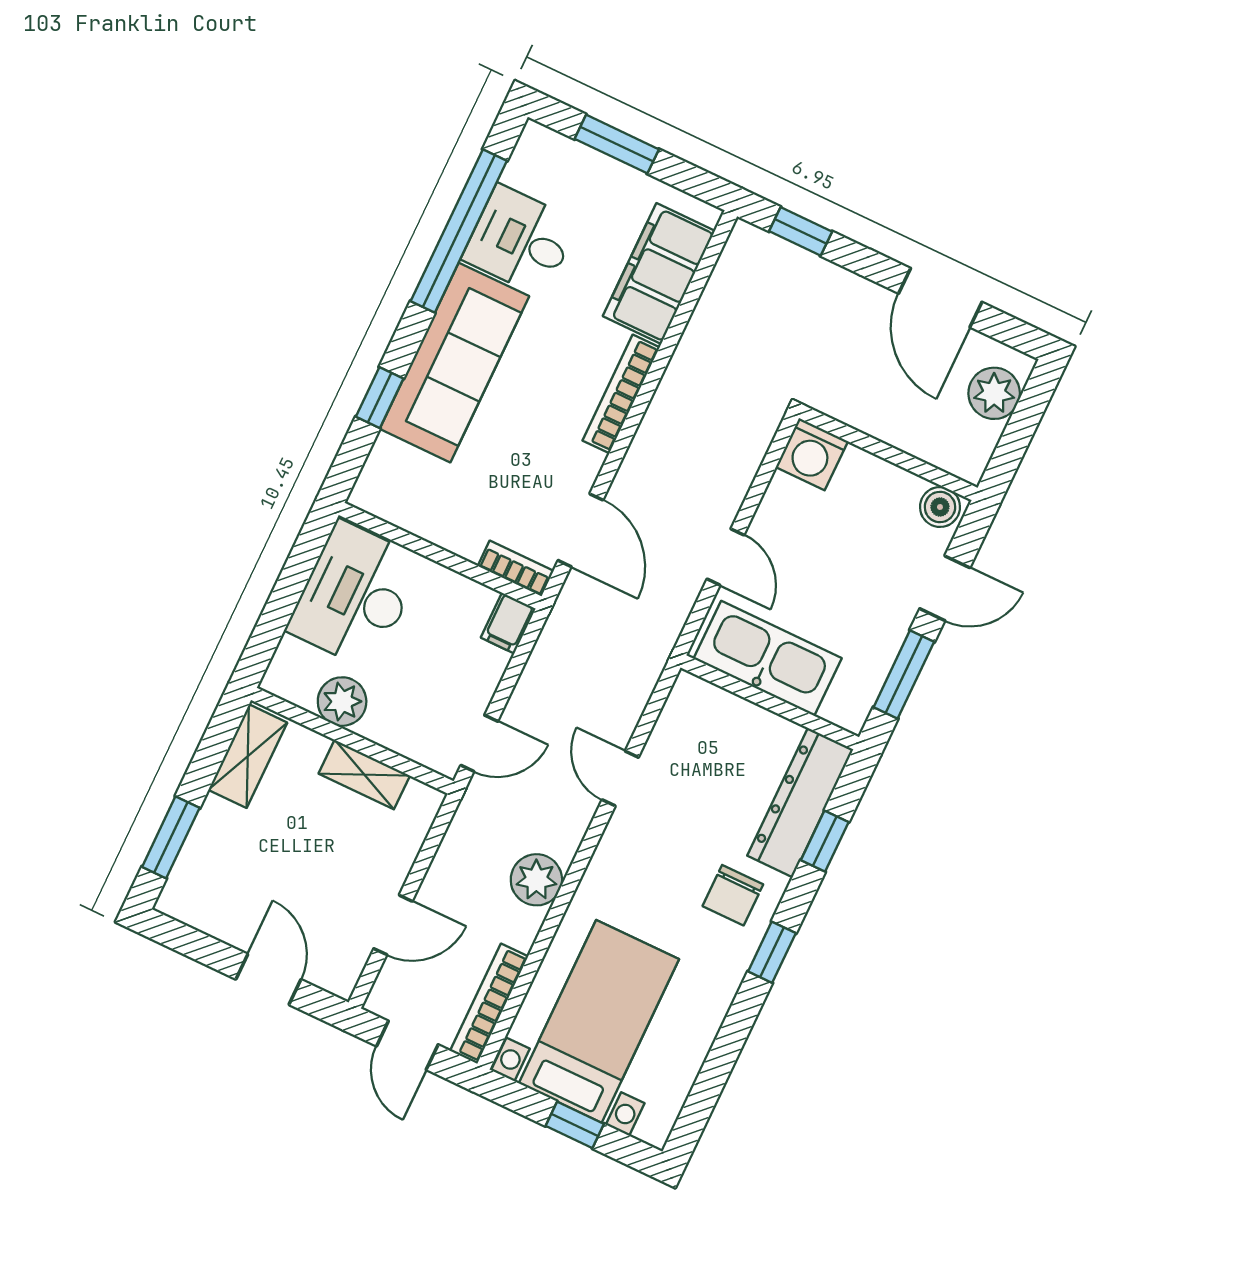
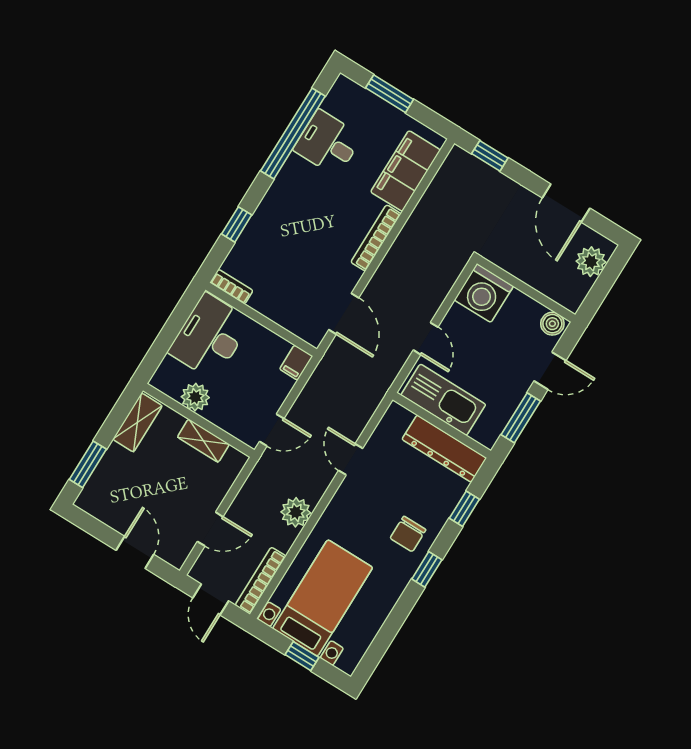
sofa: (454, 363) -> (282, 209), removed
washing machine: (812, 454) -> (484, 293), width x1.37, depth x1.37
bookcase: (516, 568) -> (231, 287), moved
dresser: (800, 803) -> (444, 449), moved, turned -90

